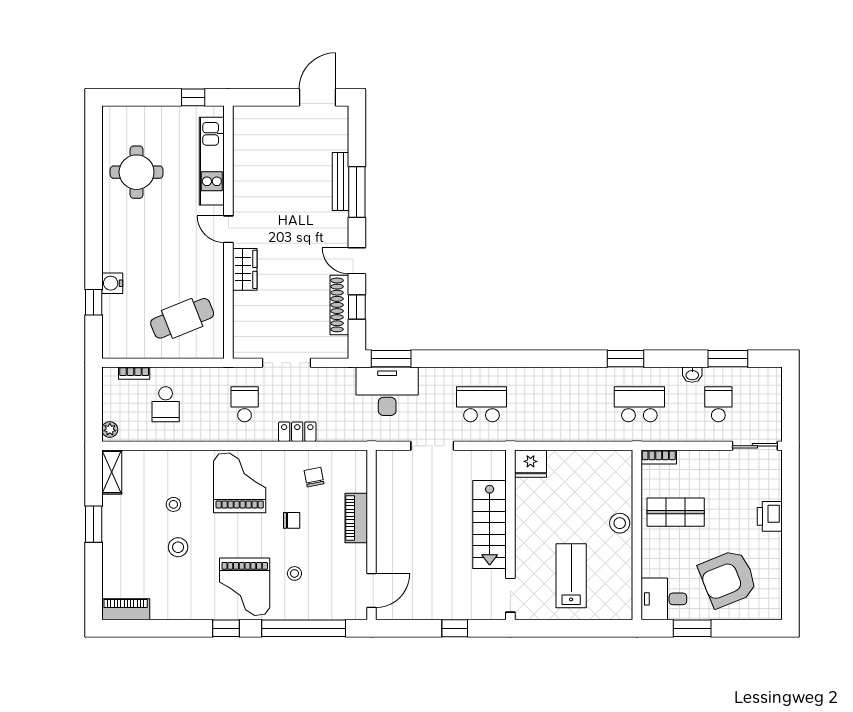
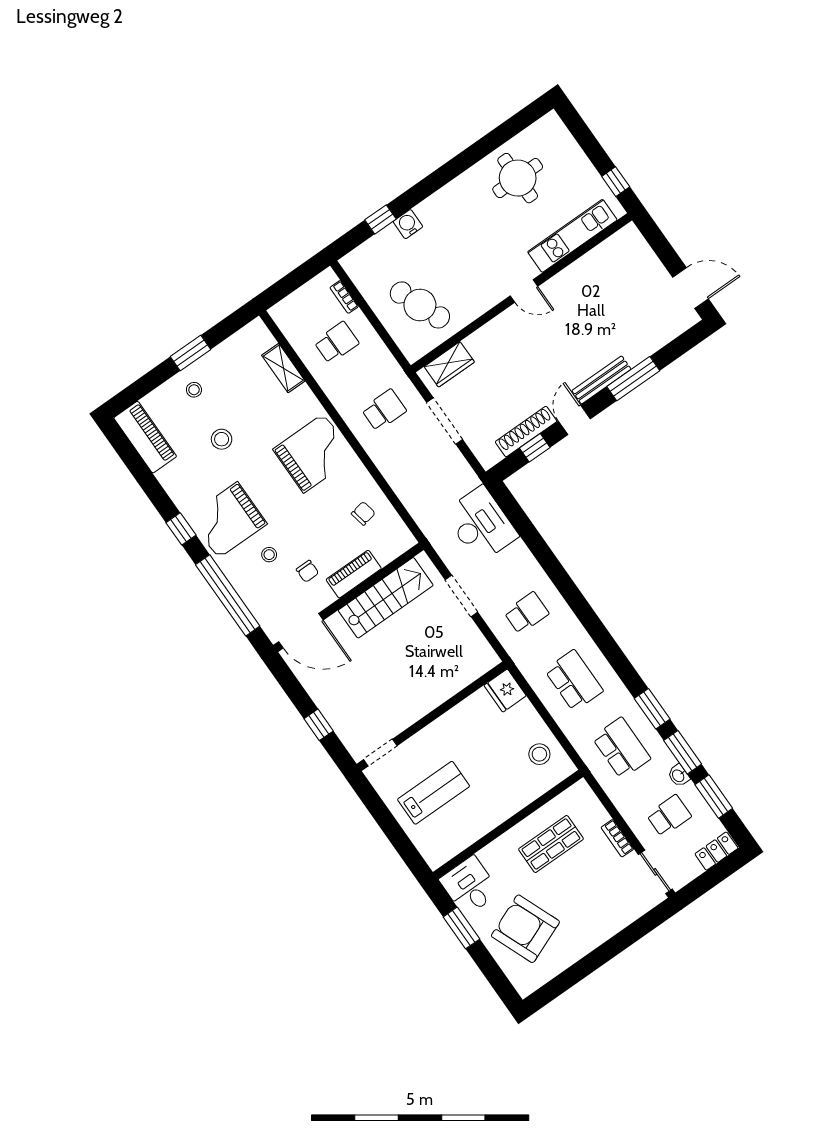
bench: (340, 181) -> (601, 380), moved
door: (228, 229) -> (524, 291), swing flipped
wardrobe: (245, 269) -> (449, 364), moved
window: (391, 359) -> (683, 752), moved
school desk: (166, 404) -> (336, 343), turned 180
school desk: (481, 404) -> (526, 613), width x0.54
school desk: (560, 404) -> (574, 680), added
plant: (110, 429) -> (281, 310), removed
locker: (297, 432) -> (716, 851), moved, turned -90
bookcase: (659, 457) -> (617, 838), moved
shelving: (112, 472) -> (283, 368), moved, turned 90
stool: (173, 504) -> (194, 390), moved
shop shelf: (676, 512) -> (551, 844), turned 90
printer: (770, 516) -> (604, 927), removed
chair: (292, 520) -> (307, 571), moved
stool: (620, 523) -> (539, 754), moved
stairs: (490, 525) -> (386, 598), moved, turned 180
door: (371, 591) -> (301, 631), width x1.36
piano: (126, 609) -> (145, 437), width x1.37, depth x1.33

